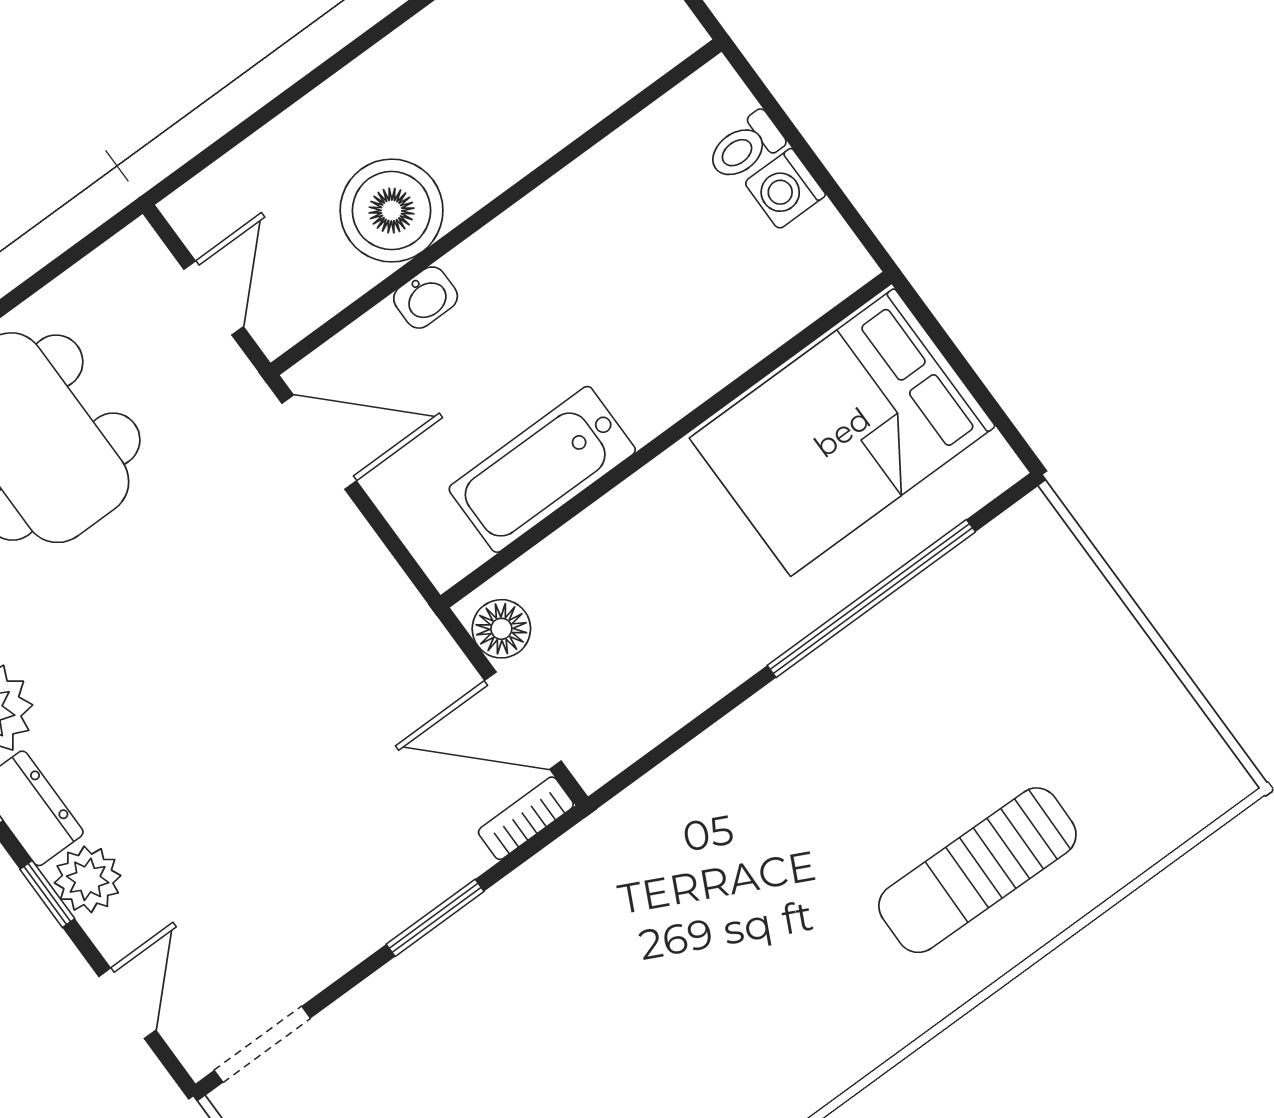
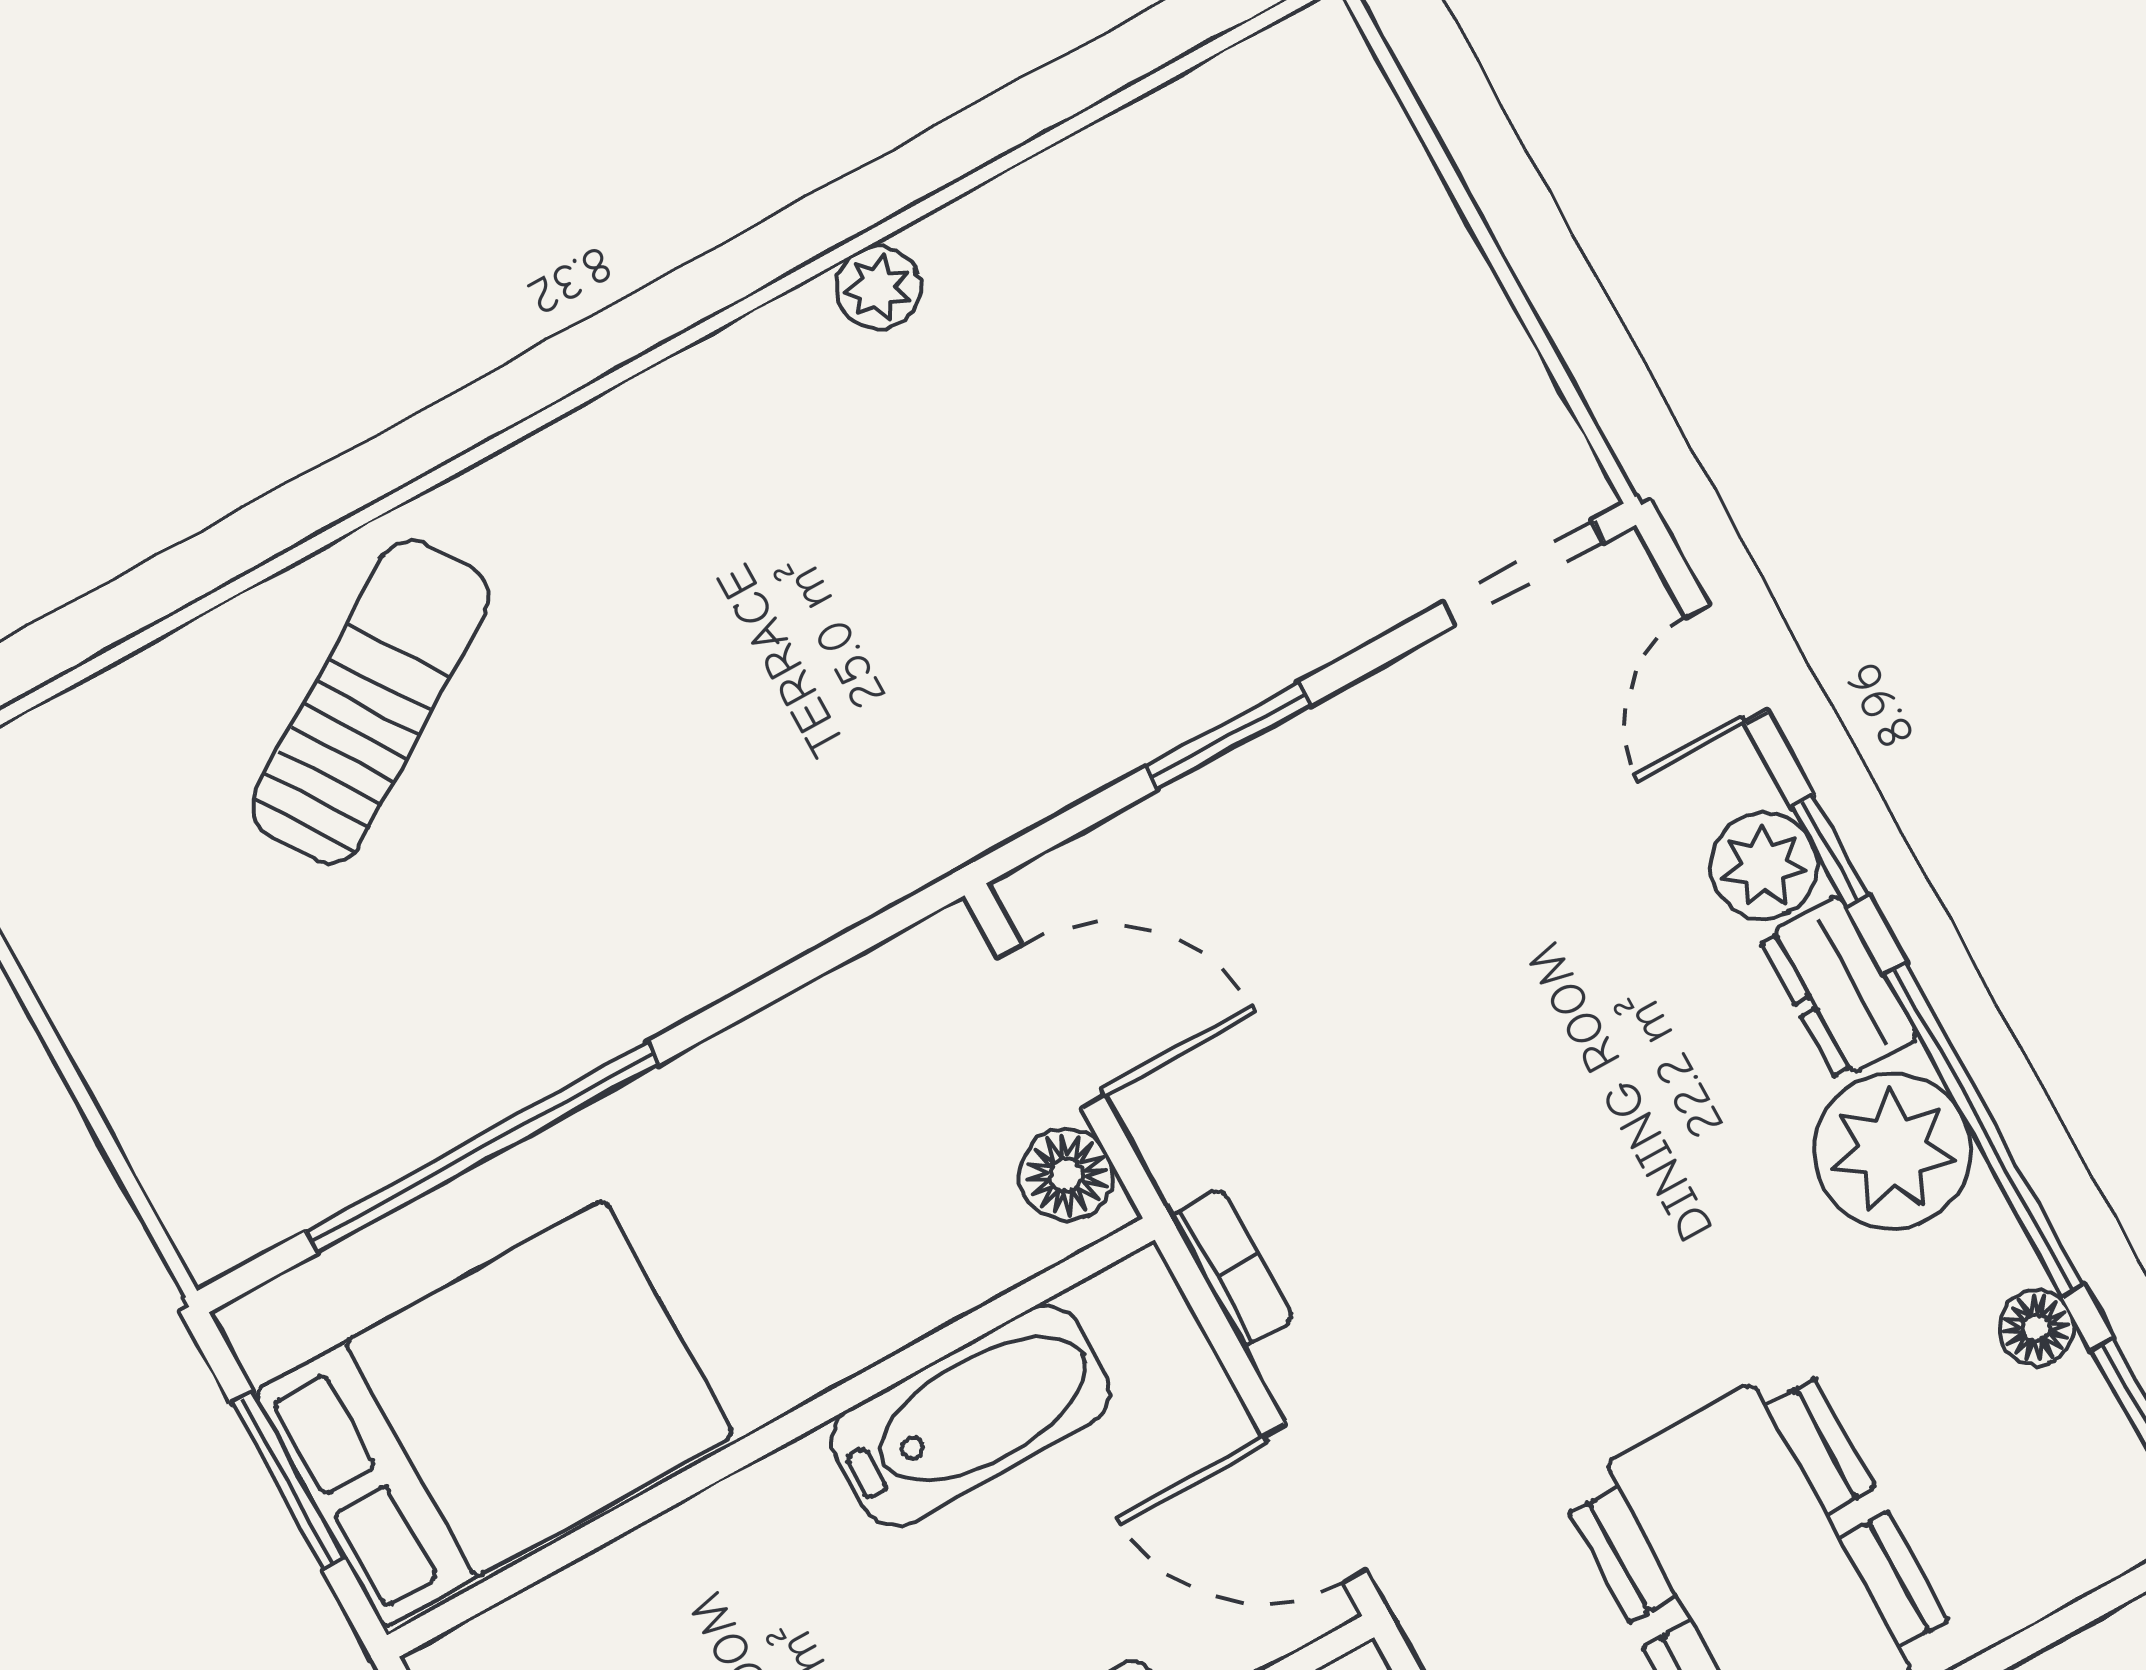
window: (966, 373) -> (288, 1481), added
bookcase: (526, 818) -> (1232, 1268), moved, turned -90
sun lounger: (977, 870) -> (370, 702), turned -34

